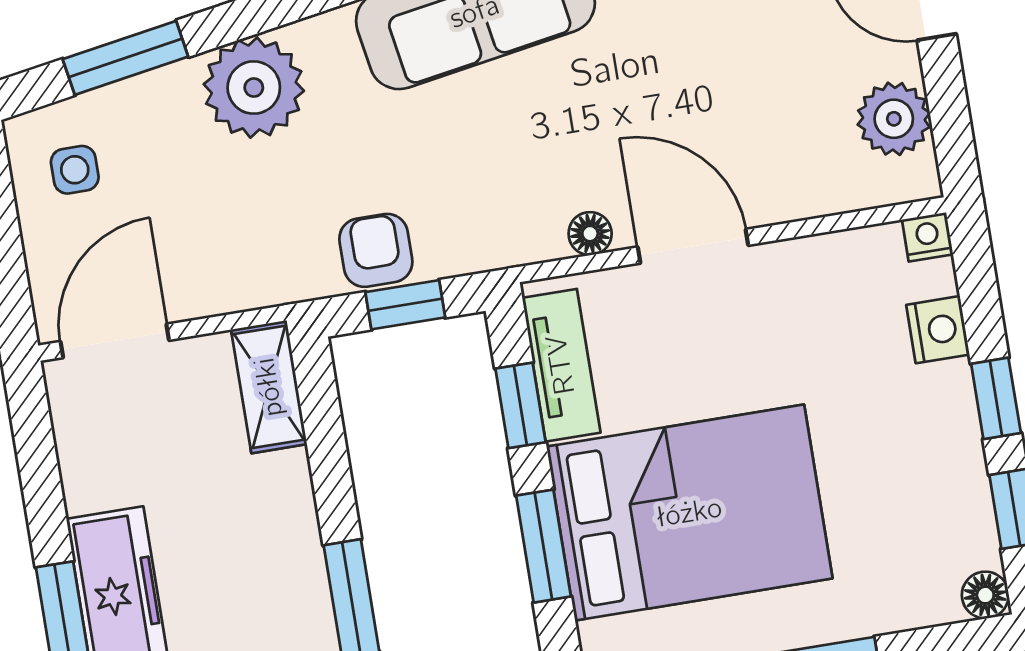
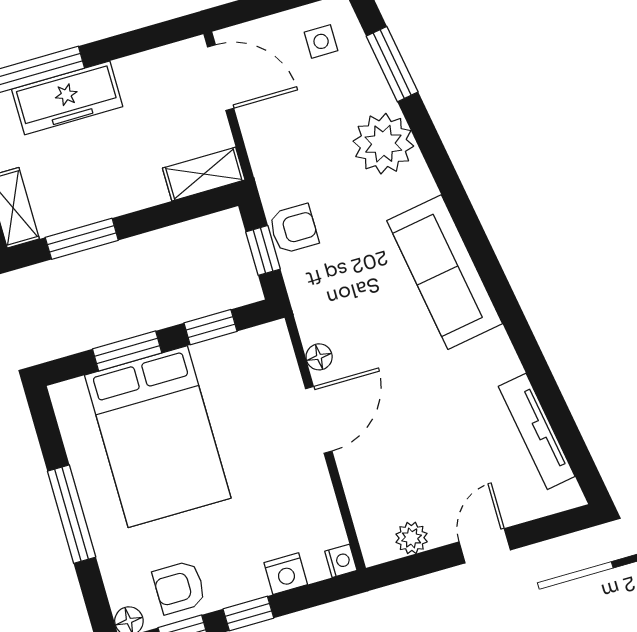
plant: (894, 119) -> (412, 538), width x0.73, depth x0.73
tv unit: (561, 365) -> (238, 349), removed
armchair: (940, 506) -> (179, 587), added

